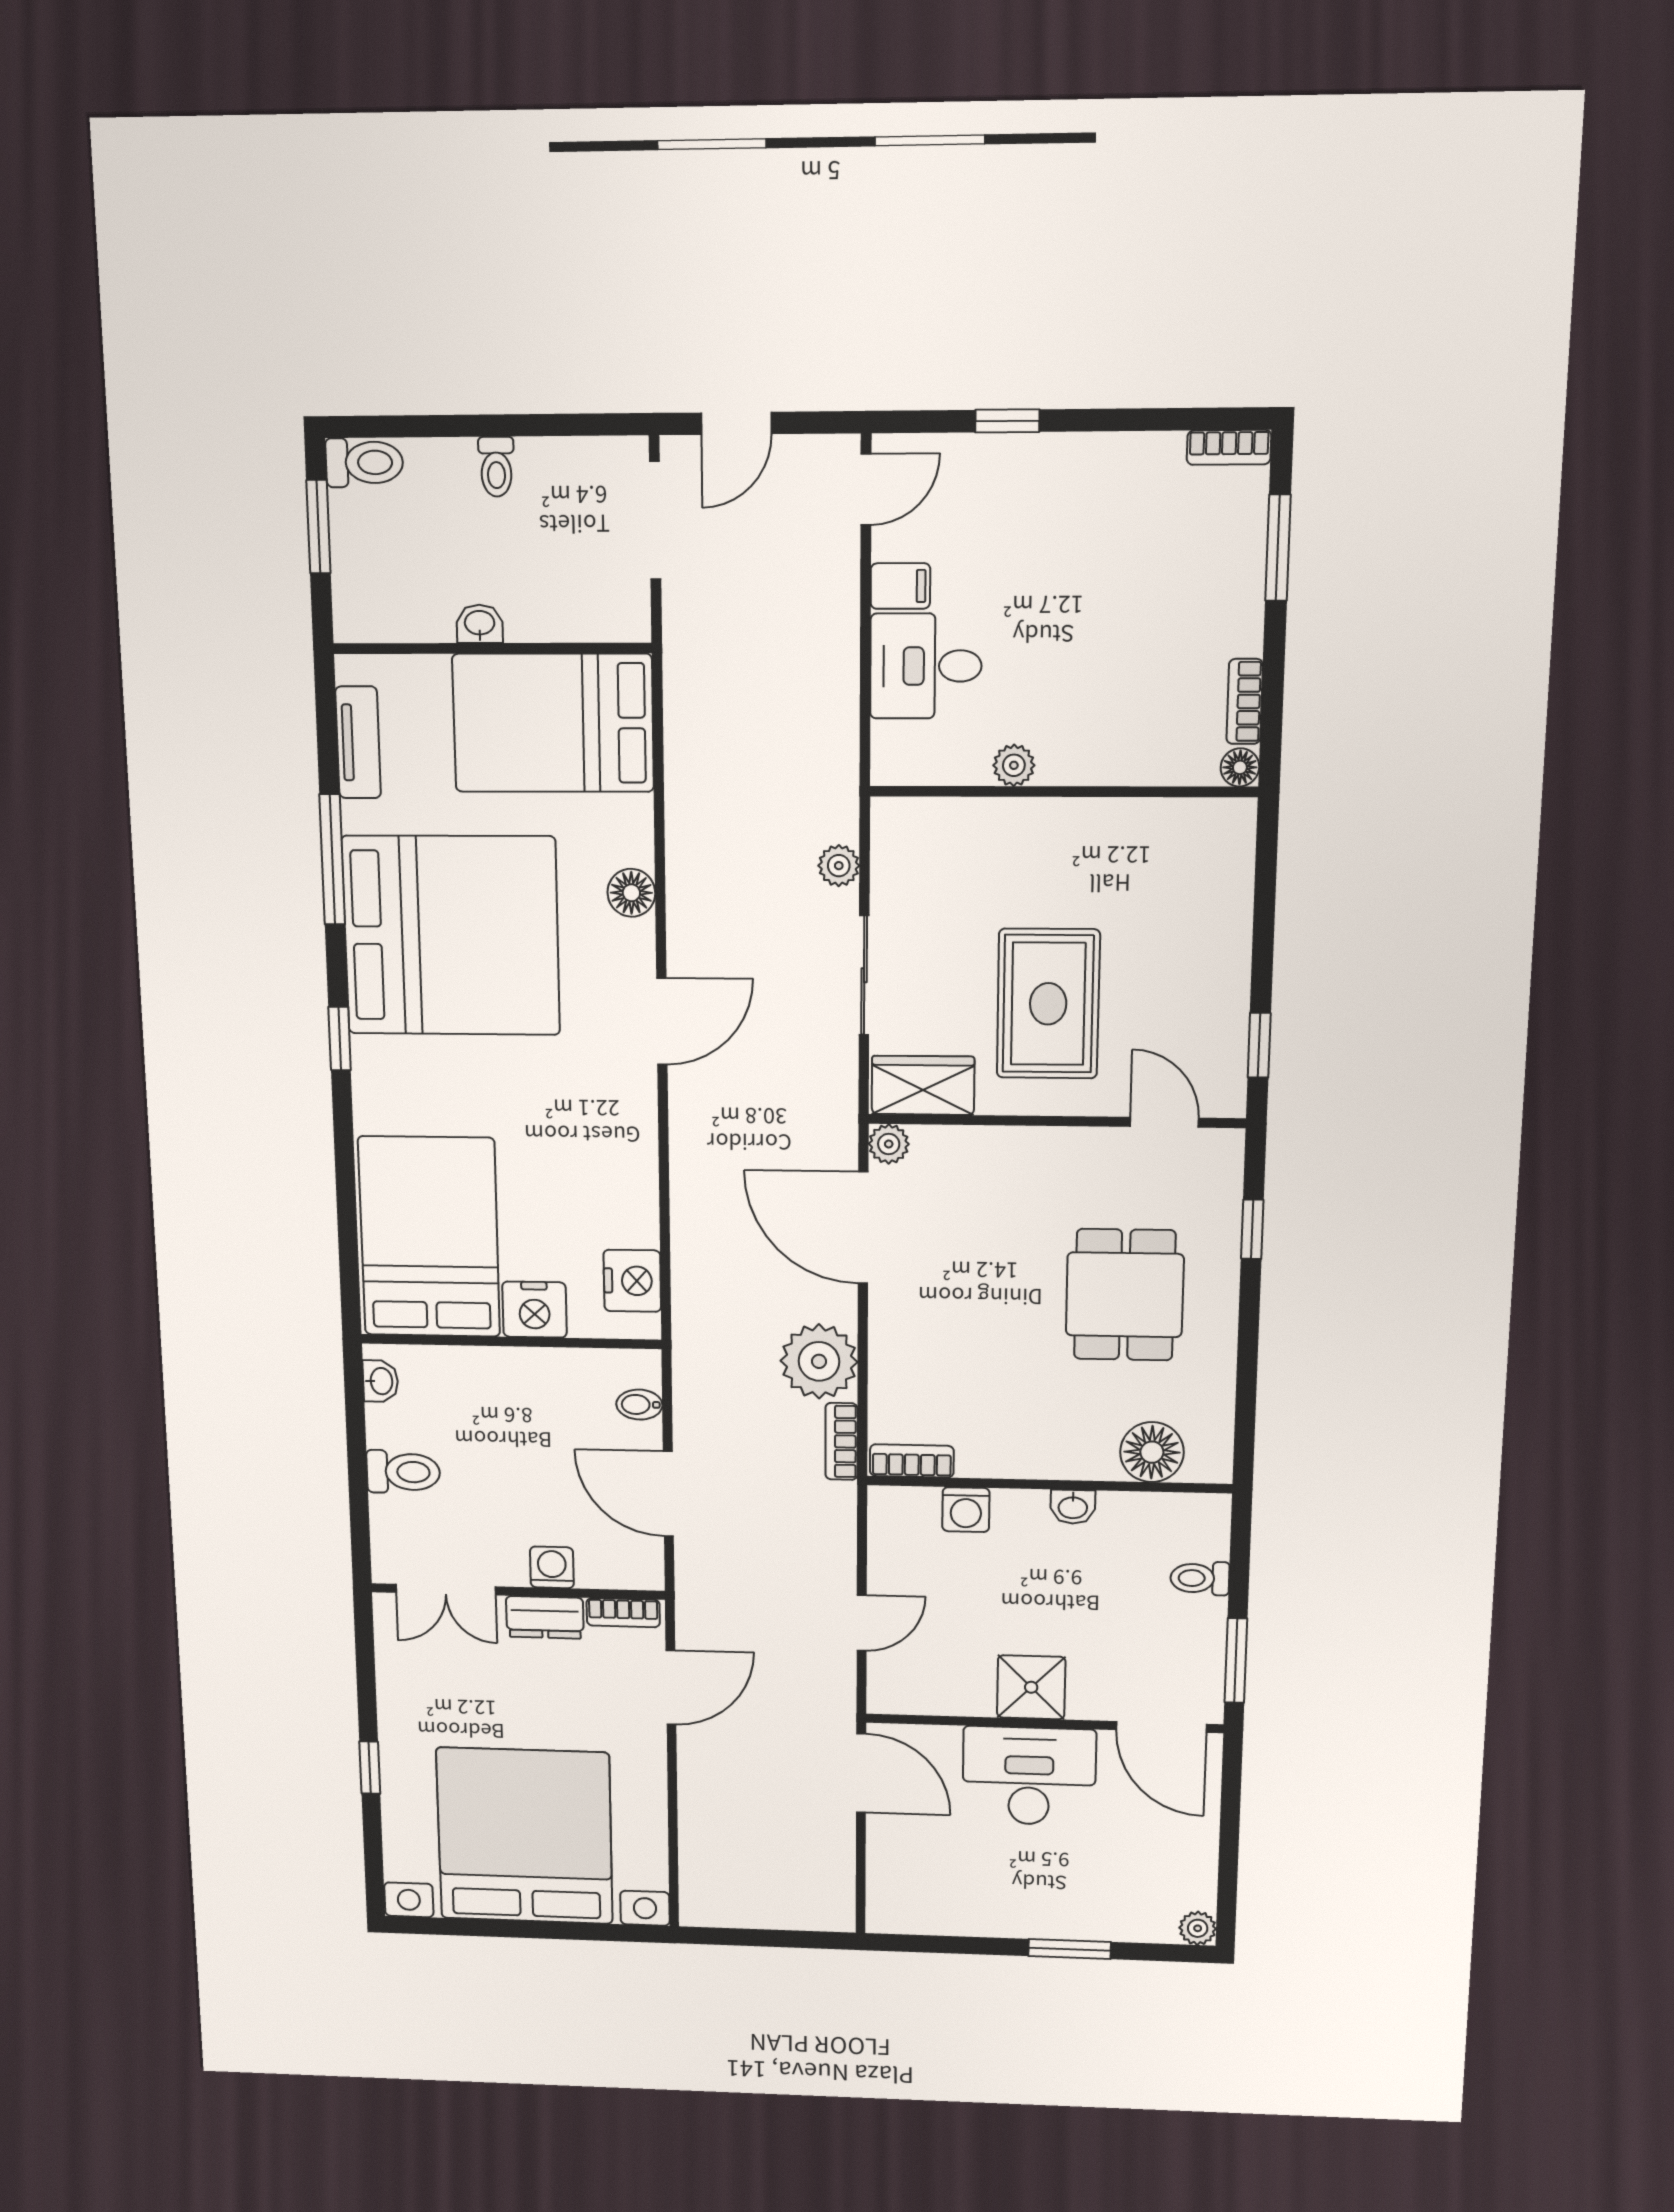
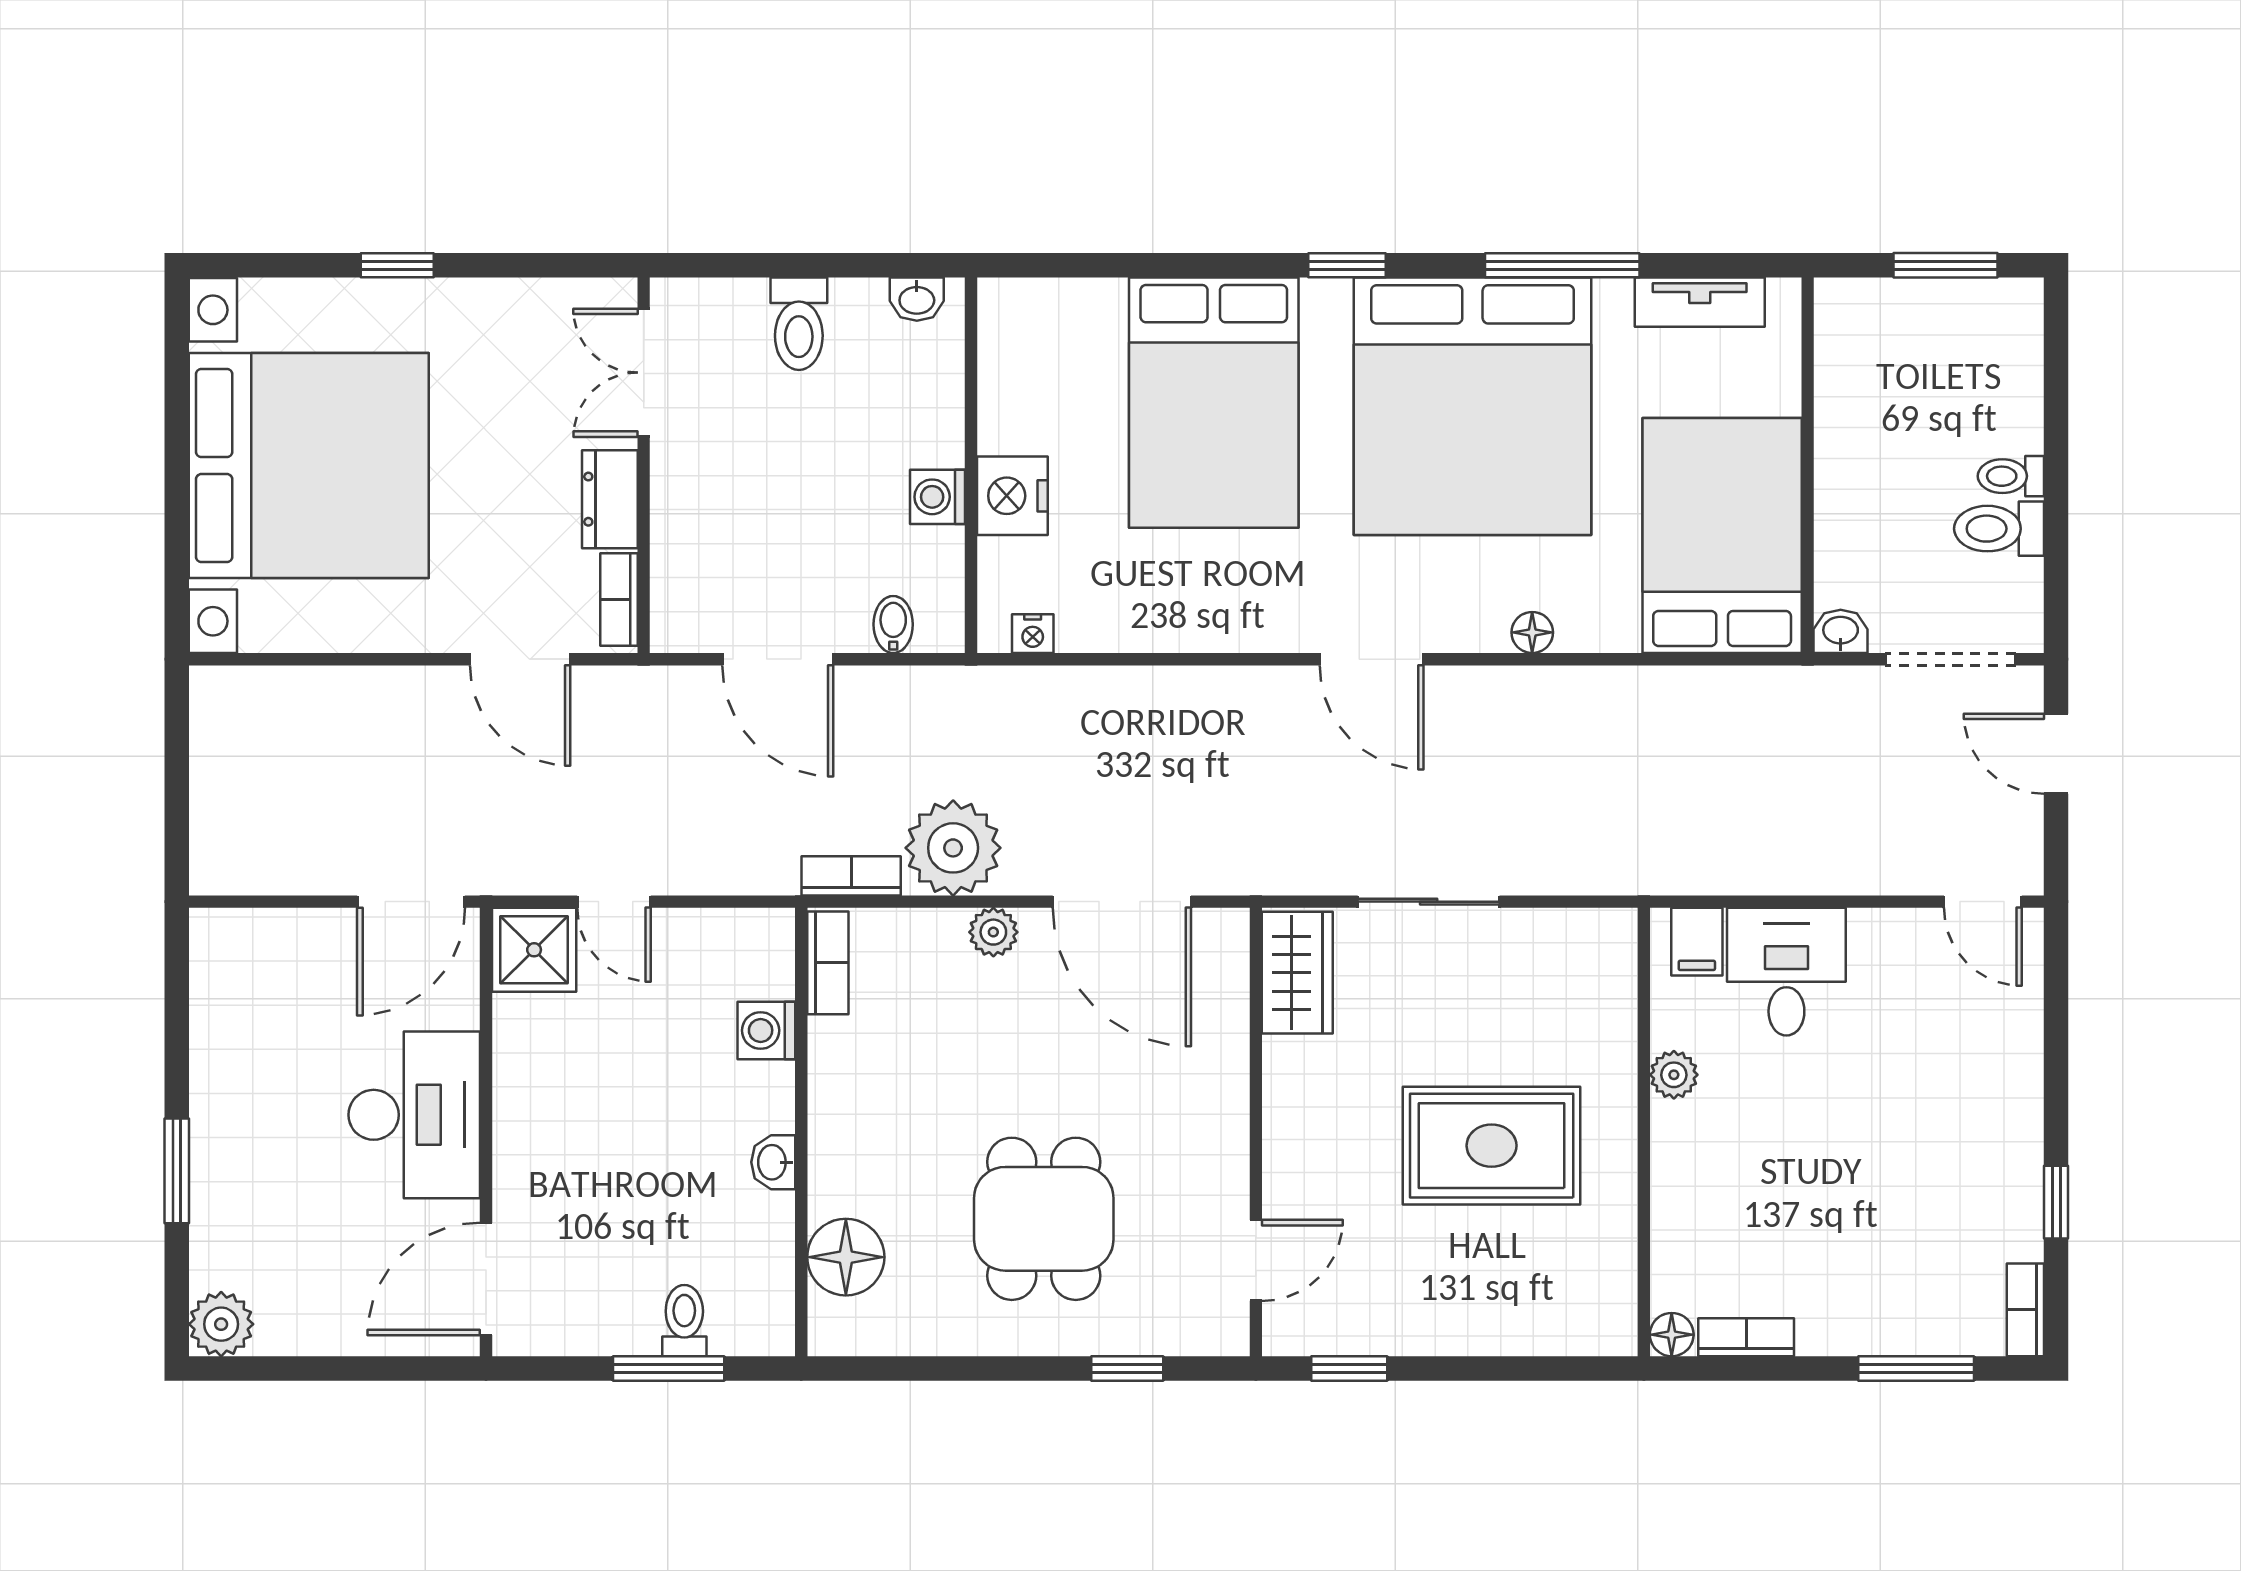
window: (1007, 421) -> (2056, 1202), moved
toilet: (364, 463) -> (1999, 529), moved, turned 90
filing cabinet: (900, 586) -> (1697, 942), moved
washbasin: (480, 624) -> (1841, 631), moved, turned -90
plant: (839, 866) -> (1558, 871), removed
floor lamp: (631, 893) -> (1532, 632), width x0.73, depth x0.73
rug: (1048, 1004) -> (1492, 1146), moved
plant: (889, 1144) -> (993, 932), moved
door: (863, 1228) -> (1122, 902), swing flipped
bed: (429, 1237) -> (1214, 403), moved, turned 90
nightstand: (632, 1281) -> (1033, 634), width x0.53, depth x0.56
dining table: (1125, 1295) -> (1044, 1219), turned 90
door: (668, 1494) -> (778, 659), swing flipped
washing machine: (552, 1567) -> (938, 497), moved, turned 180
window: (1236, 1661) -> (669, 1368), moved
shower: (1031, 1687) -> (534, 950), moved
plant: (1198, 1928) -> (221, 1324), width x1.38, depth x1.38

